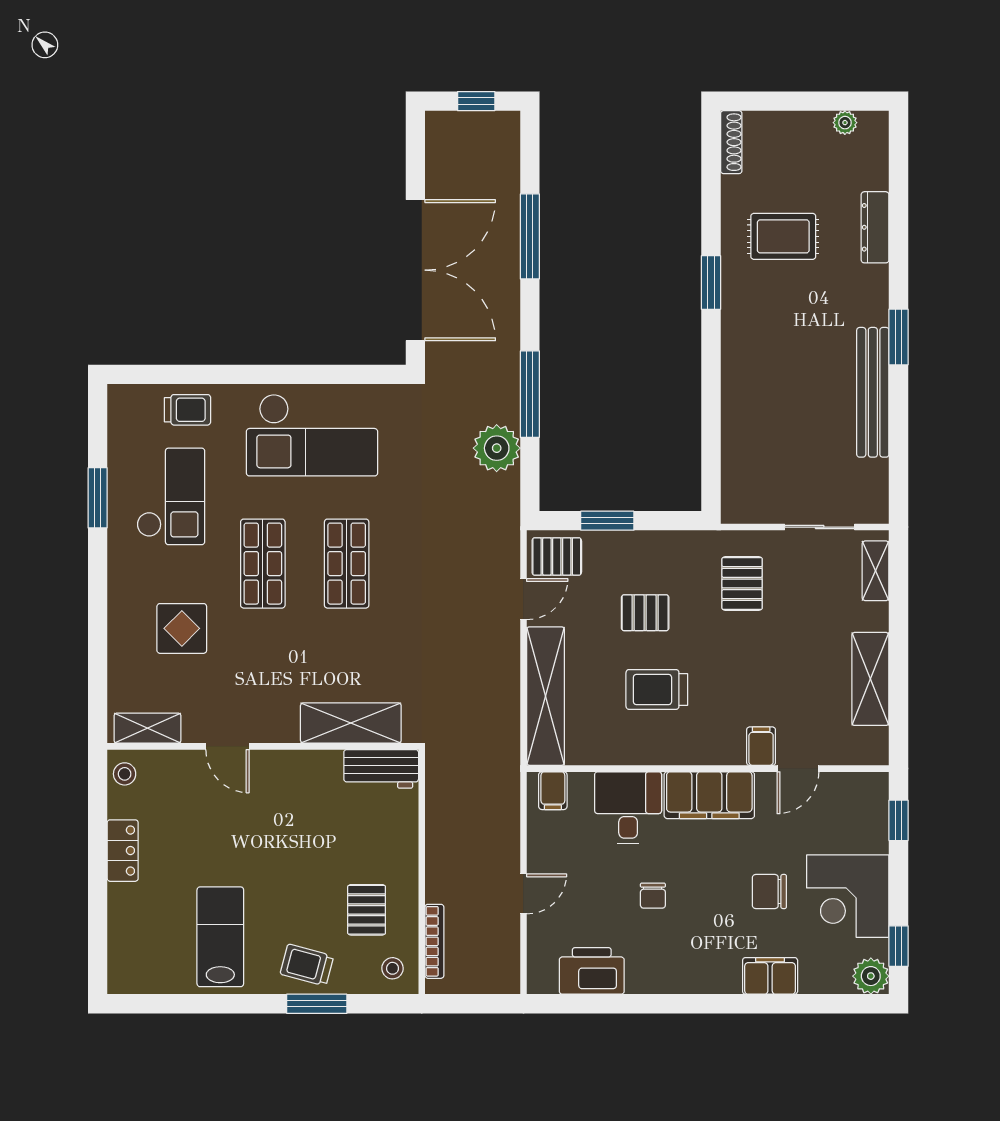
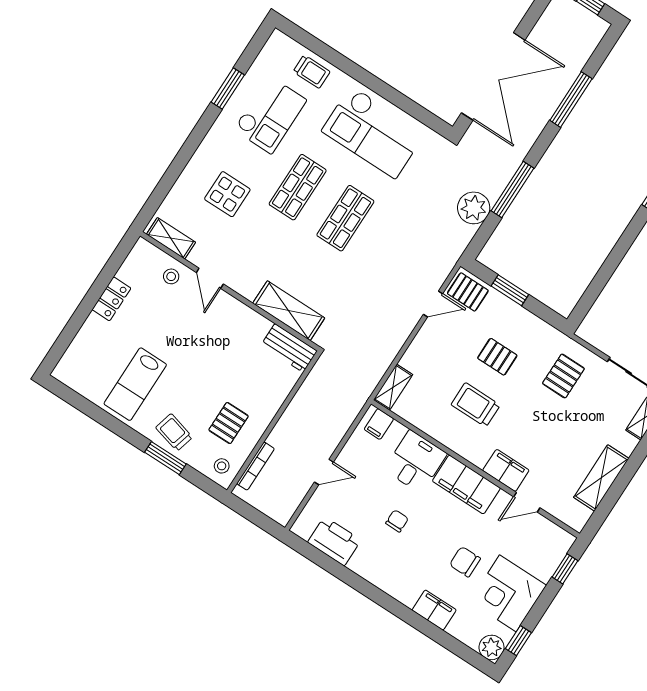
shelving: (546, 696) -> (393, 387), width x0.45, depth x0.75
filing cabinet: (761, 746) -> (506, 470), width x2.00
stool: (125, 774) -> (171, 276), moved
chair: (653, 896) -> (397, 521), turned 180
lab bench: (220, 937) -> (135, 384), turned 180

